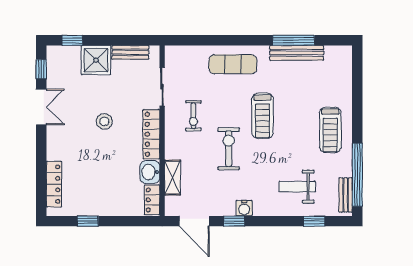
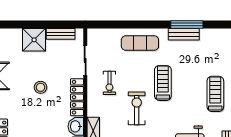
window: (72, 40) -> (16, 25), removed
bench: (297, 53) -> (184, 34), width x0.73
treadmill: (262, 116) -> (163, 83), turned 180
treadmill: (330, 130) -> (215, 94), turned 180

